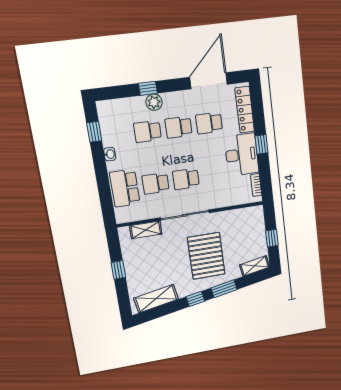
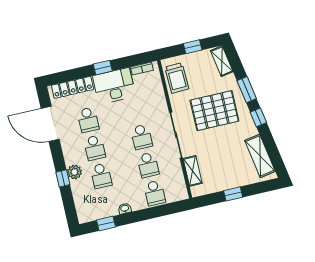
school desk: (125, 188) -> (155, 193), width x0.54
trolley: (243, 220) -> (177, 78), added

